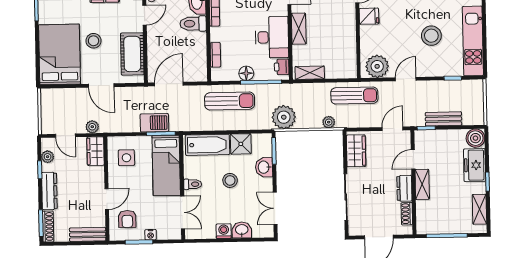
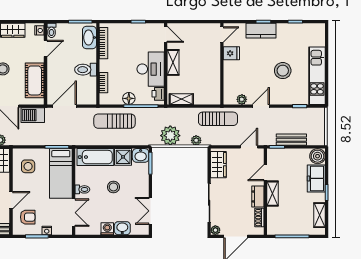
toilet: (193, 24) -> (86, 70), moved
plant: (377, 66) -> (242, 99), width x0.53, depth x0.53
sun lounger: (230, 101) -> (114, 121), turned 180
plant: (284, 117) -> (170, 136), moved
barbecue: (154, 123) -> (33, 115), moved, turned 180
washbasin: (264, 167) -> (141, 155), moved, turned -90
armchair: (127, 219) -> (28, 217), turned -90
plant: (354, 230) -> (215, 230), added

